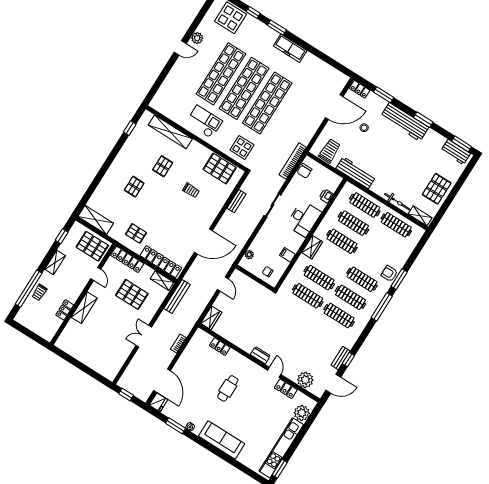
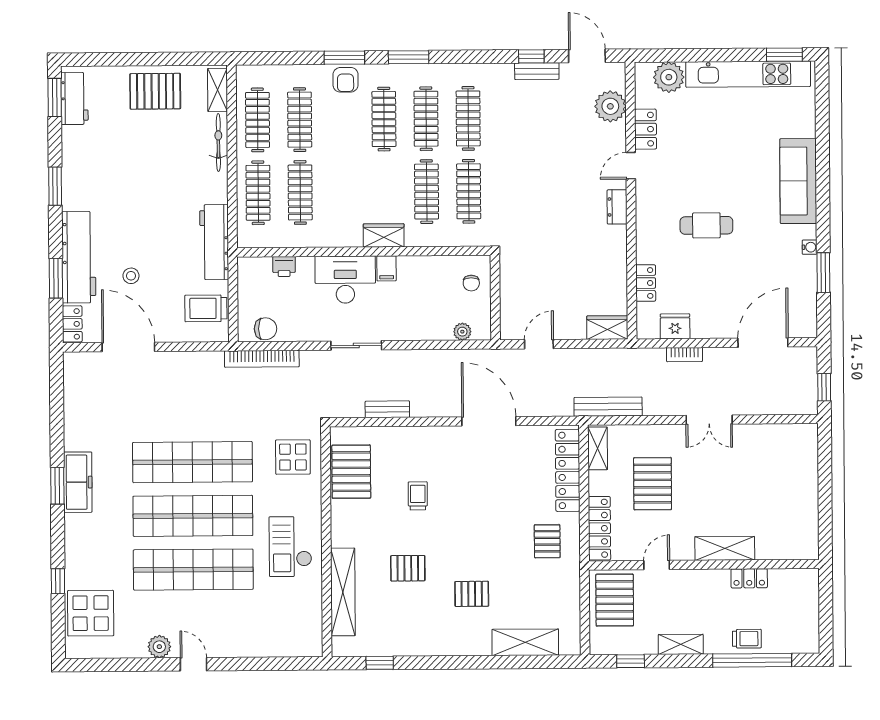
window: (277, 28) -> (57, 486), moved
workbench: (405, 122) -> (79, 257), moved
shelving: (96, 220) -> (525, 642), moved, turned 90
clothes rail: (342, 241) -> (300, 120), moved
filing cabinet: (287, 255) -> (387, 268), moved
window: (382, 307) -> (409, 57), width x0.69
fridge: (158, 402) -> (675, 326), moved

